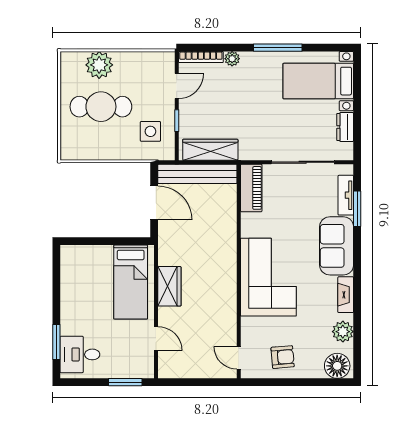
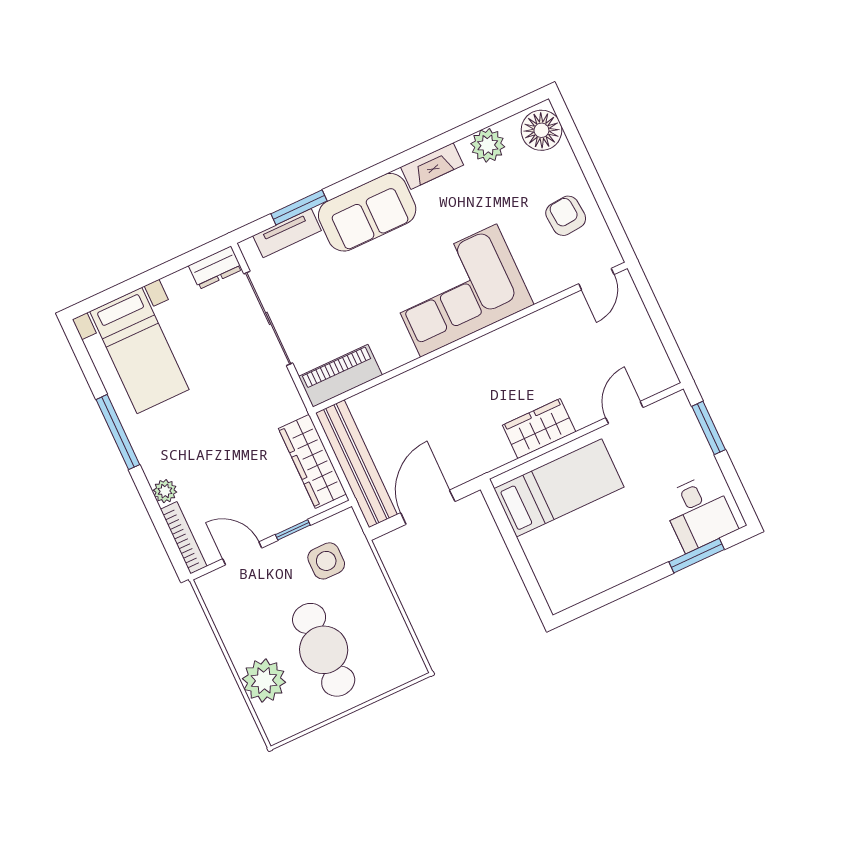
dresser: (345, 127) -> (215, 268), moved

